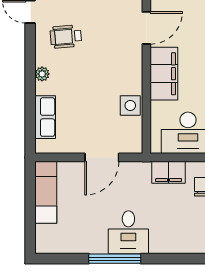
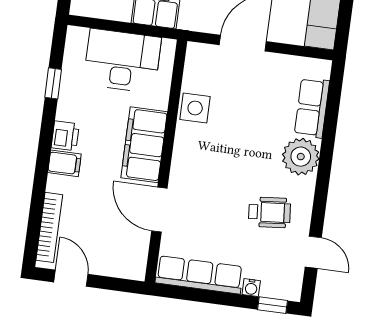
door: (146, 28) -> (159, 210), hinge flipped
plant: (42, 74) -> (301, 157), width x1.88, depth x1.88

